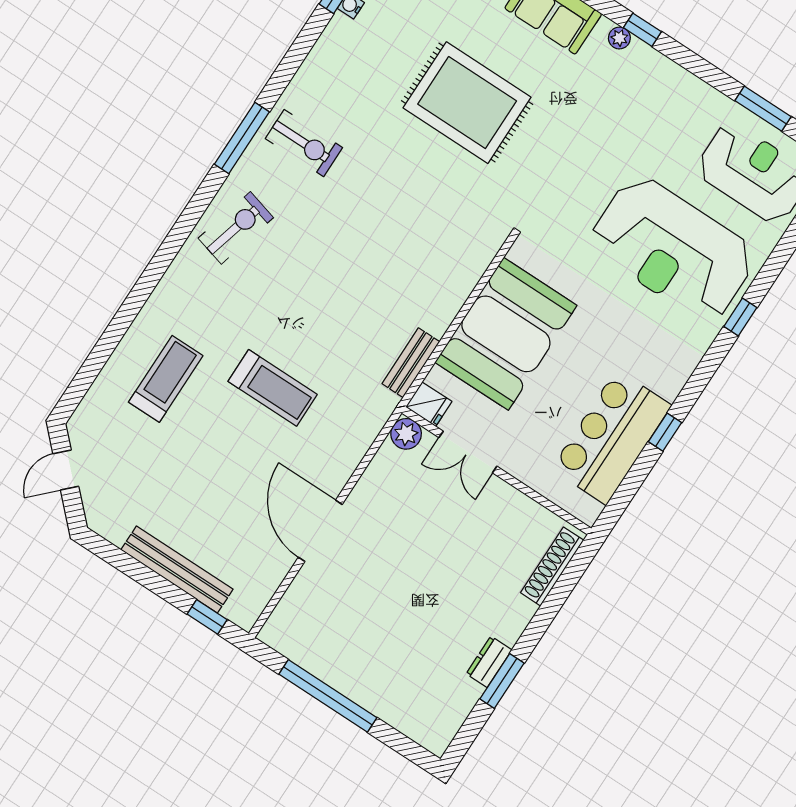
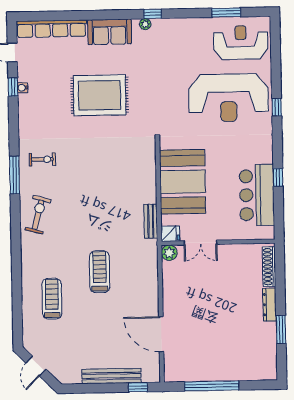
exercise bike: (304, 143) -> (42, 159), width x0.73, depth x0.72
treadmill: (273, 388) -> (100, 272), turned -90
door: (320, 531) -> (161, 334), moved
dresser: (489, 662) -> (269, 305), moved, width x1.44

